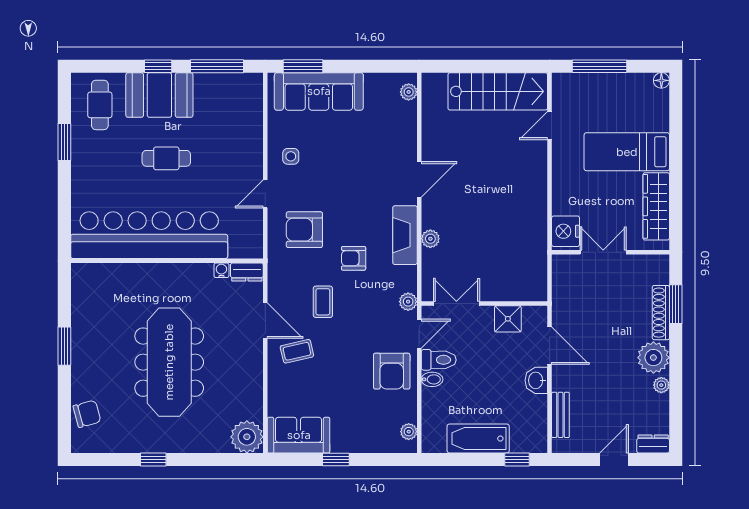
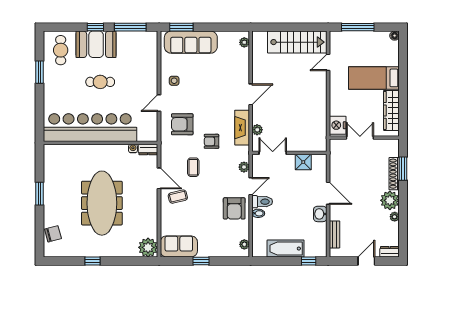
double door: (456, 303) -> (273, 153), moved
wall: (484, 303) -> (289, 153), moved
shower: (508, 319) -> (303, 162), moved

